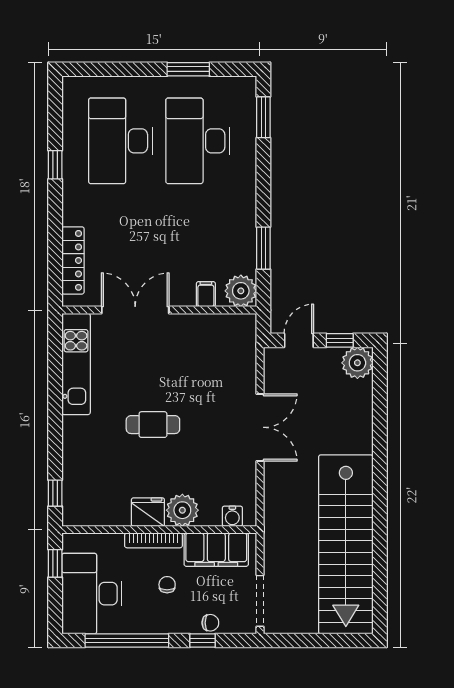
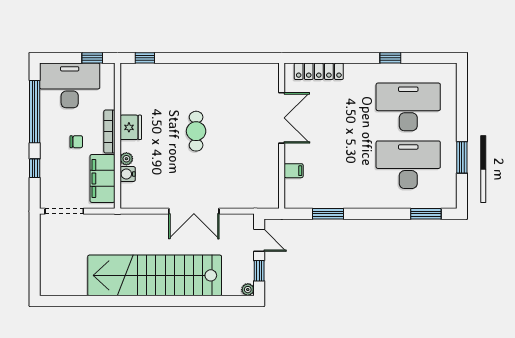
plant: (241, 291) -> (296, 197), removed
plant: (357, 363) -> (248, 290), width x0.53, depth x0.53
kitchen unit: (76, 364) -> (241, 74), removed
plant: (182, 510) -> (126, 159), width x0.53, depth x0.53
water cooler: (232, 516) -> (128, 174), moved
stairs: (346, 544) -> (155, 275), moved
chair: (210, 623) -> (48, 174), removed

